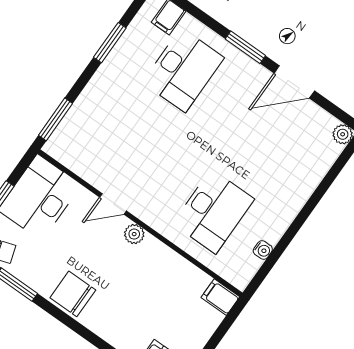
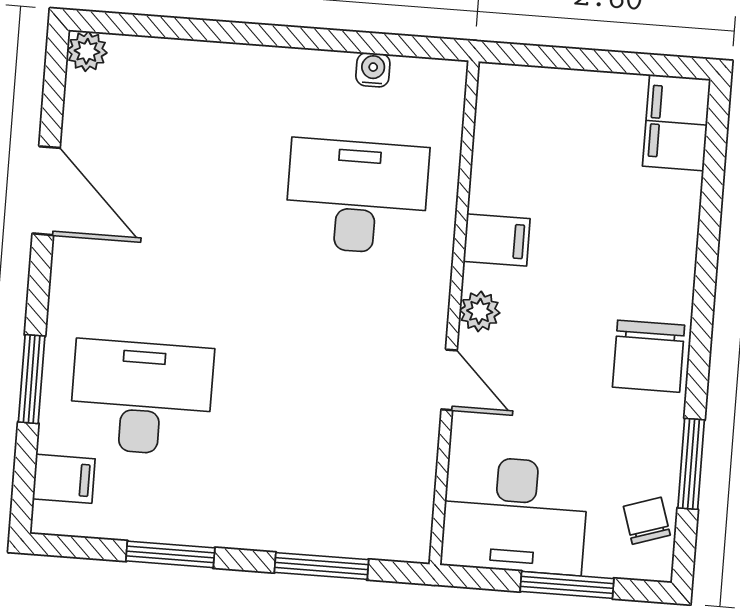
window: (245, 47) -> (32, 379), moved
window: (55, 119) -> (321, 566), moved
filing cabinet: (220, 297) -> (497, 240), moved, turned -90

